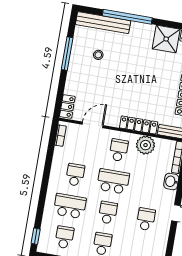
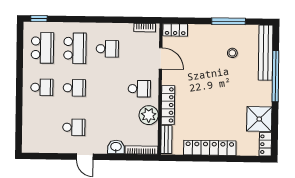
school desk: (113, 181) -> (107, 88), removed
school desk: (64, 237) -> (42, 48), width x1.85

